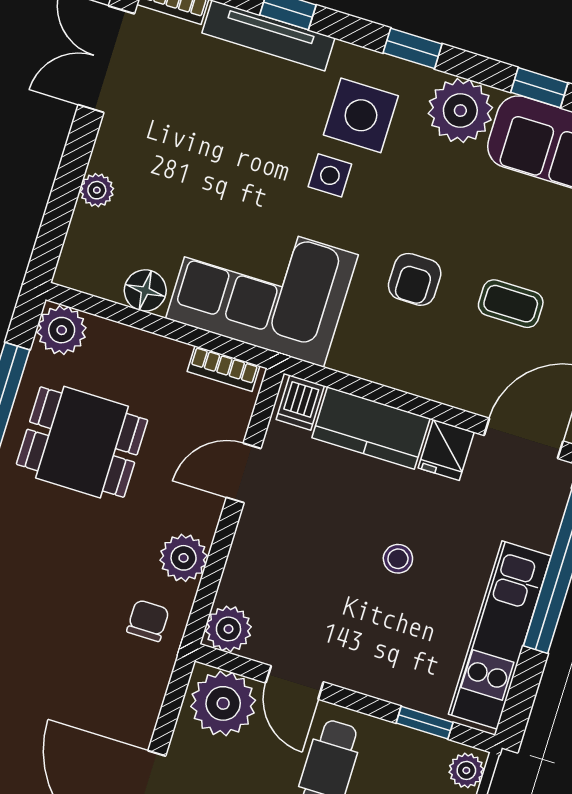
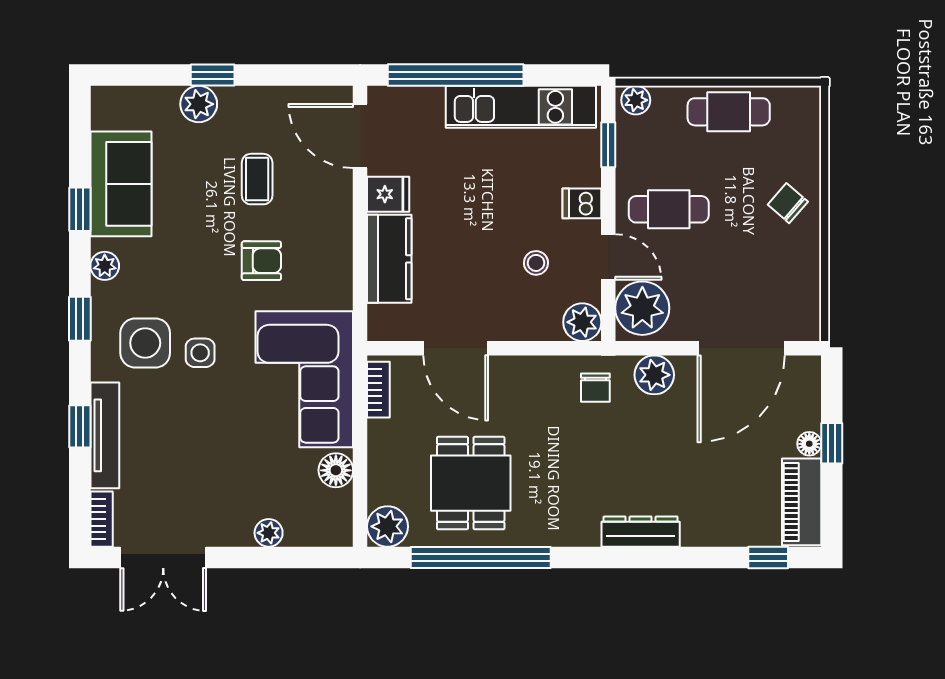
plant: (460, 111) -> (105, 266), width x0.53, depth x0.53
dishwasher: (300, 403) -> (582, 203), moved, turned 180
door: (244, 473) -> (456, 348), width x1.38
plant: (184, 558) -> (654, 375), moved
stool: (398, 559) -> (536, 263), moved
chair: (148, 621) -> (595, 388), turned -90
door: (295, 682) -> (608, 257), hinge flipped

